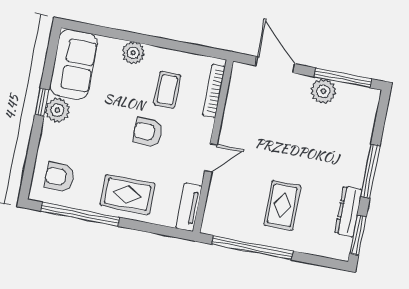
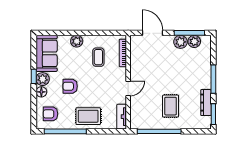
plant: (349, 95) -> (194, 41), added
armchair: (148, 132) -> (70, 86), moved
floor lamp: (50, 133) -> (41, 92), added

